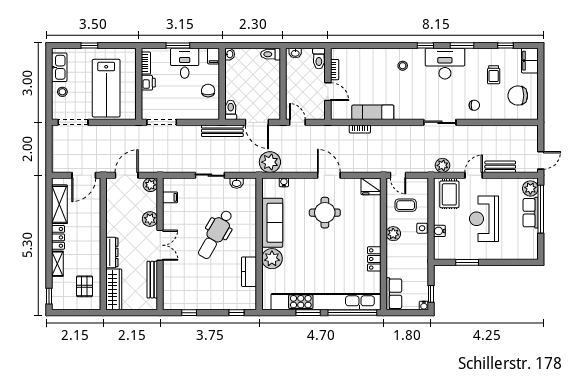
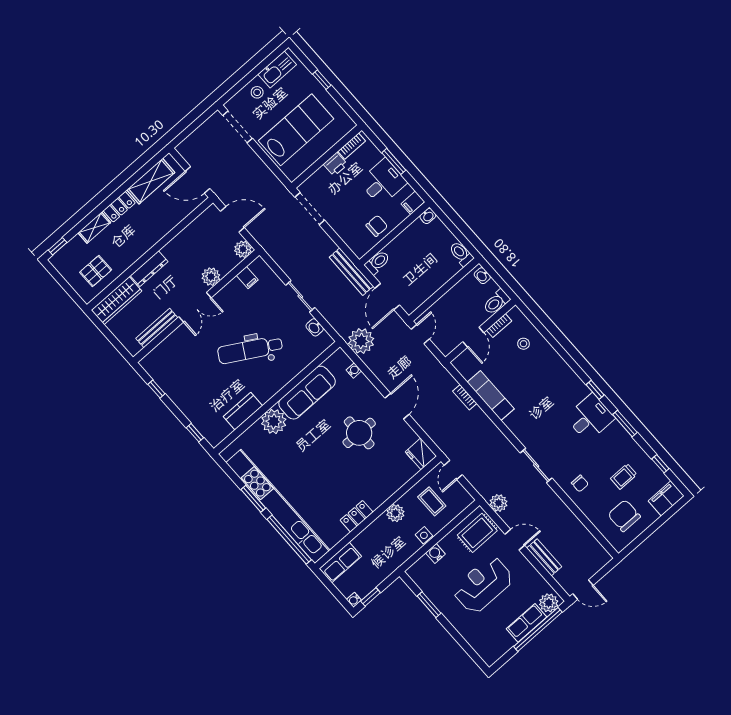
desk: (445, 64) -> (590, 418), width x0.73
stool: (403, 66) -> (523, 344), moved
lab bench: (106, 88) -> (296, 130), turned 180

